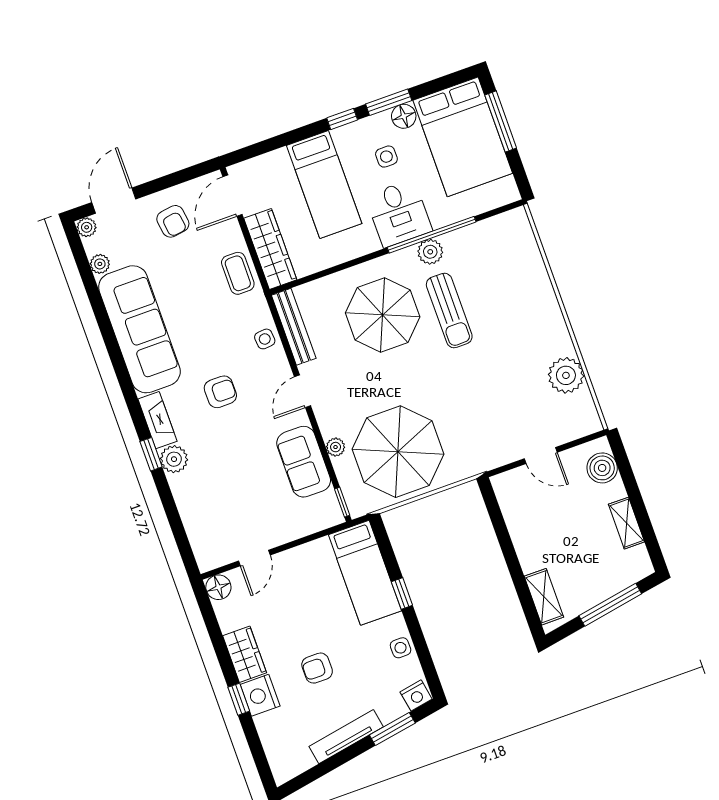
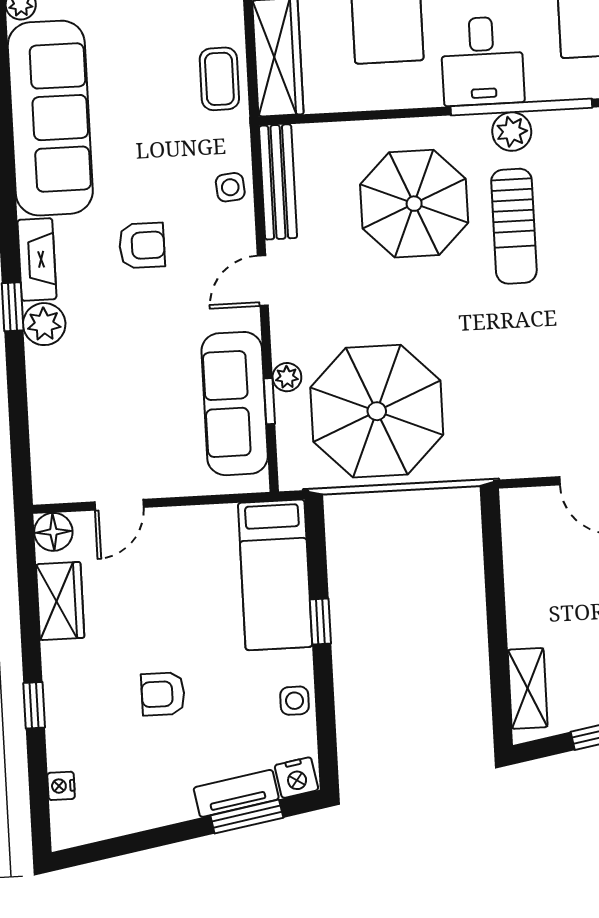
sofa: (304, 462) -> (235, 404), width x1.36
window: (342, 502) -> (269, 401), moved
wardrobe: (245, 654) -> (60, 601), moved
nightstand: (260, 695) -> (61, 786), moved, width x0.53, depth x0.56
tv unit: (346, 737) -> (236, 793), moved, width x0.71

